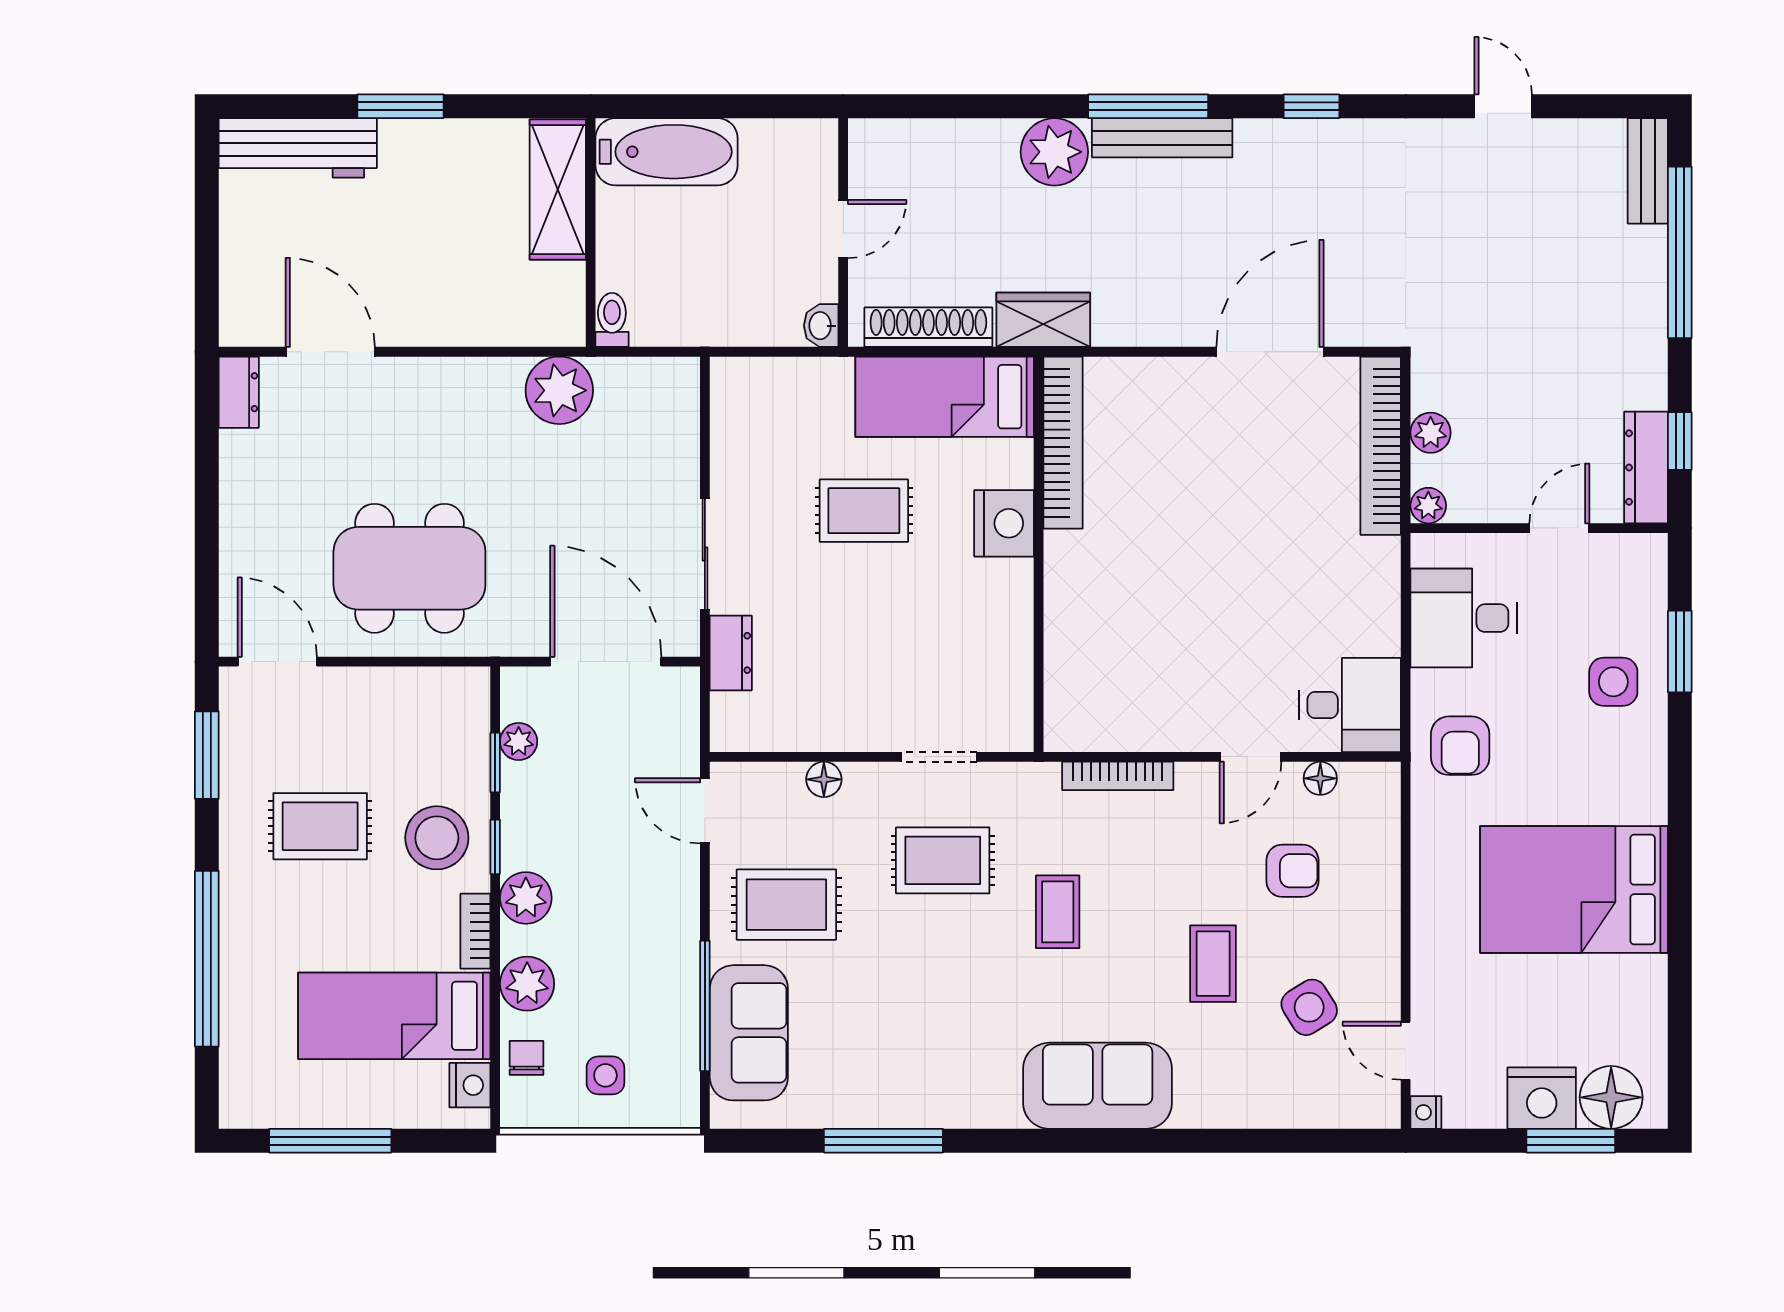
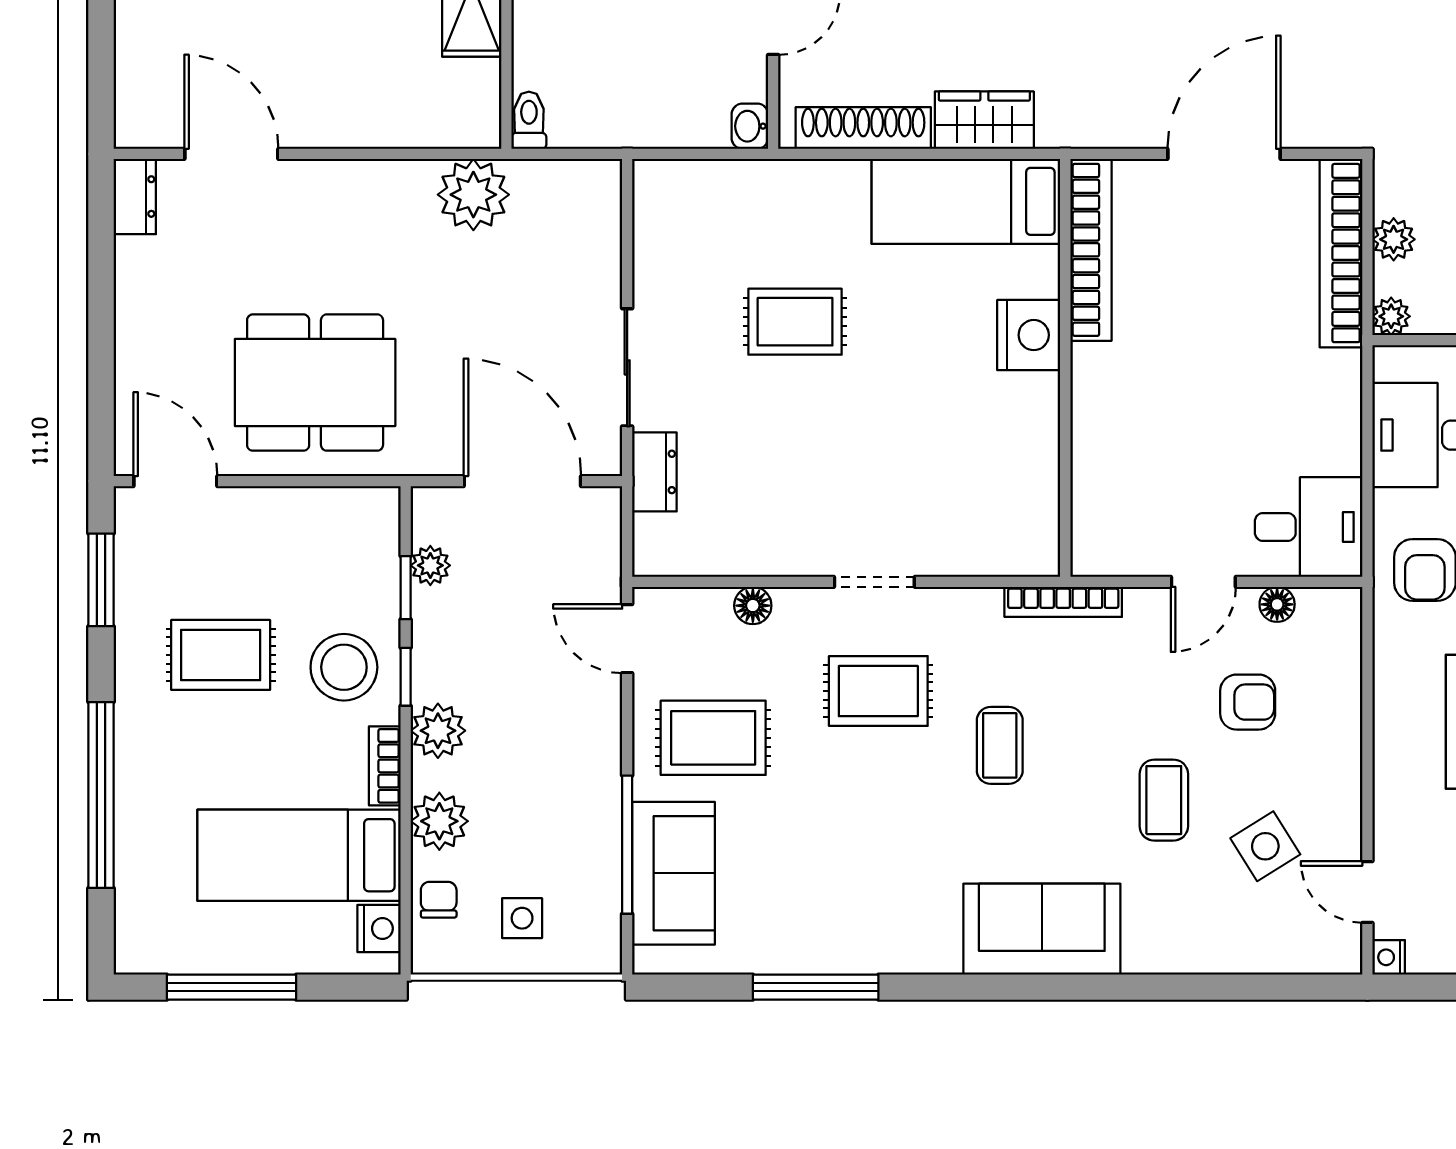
bed: (945, 397) -> (966, 201), moved
bookcase: (1063, 443) -> (1091, 250), moved
nightstand: (1004, 523) -> (1029, 335), moved
wall: (1039, 554) -> (1065, 368), moved

